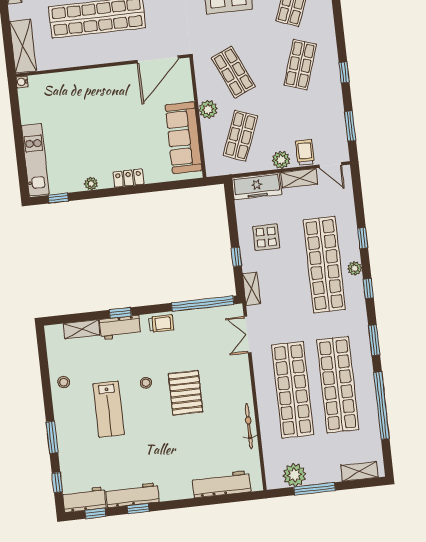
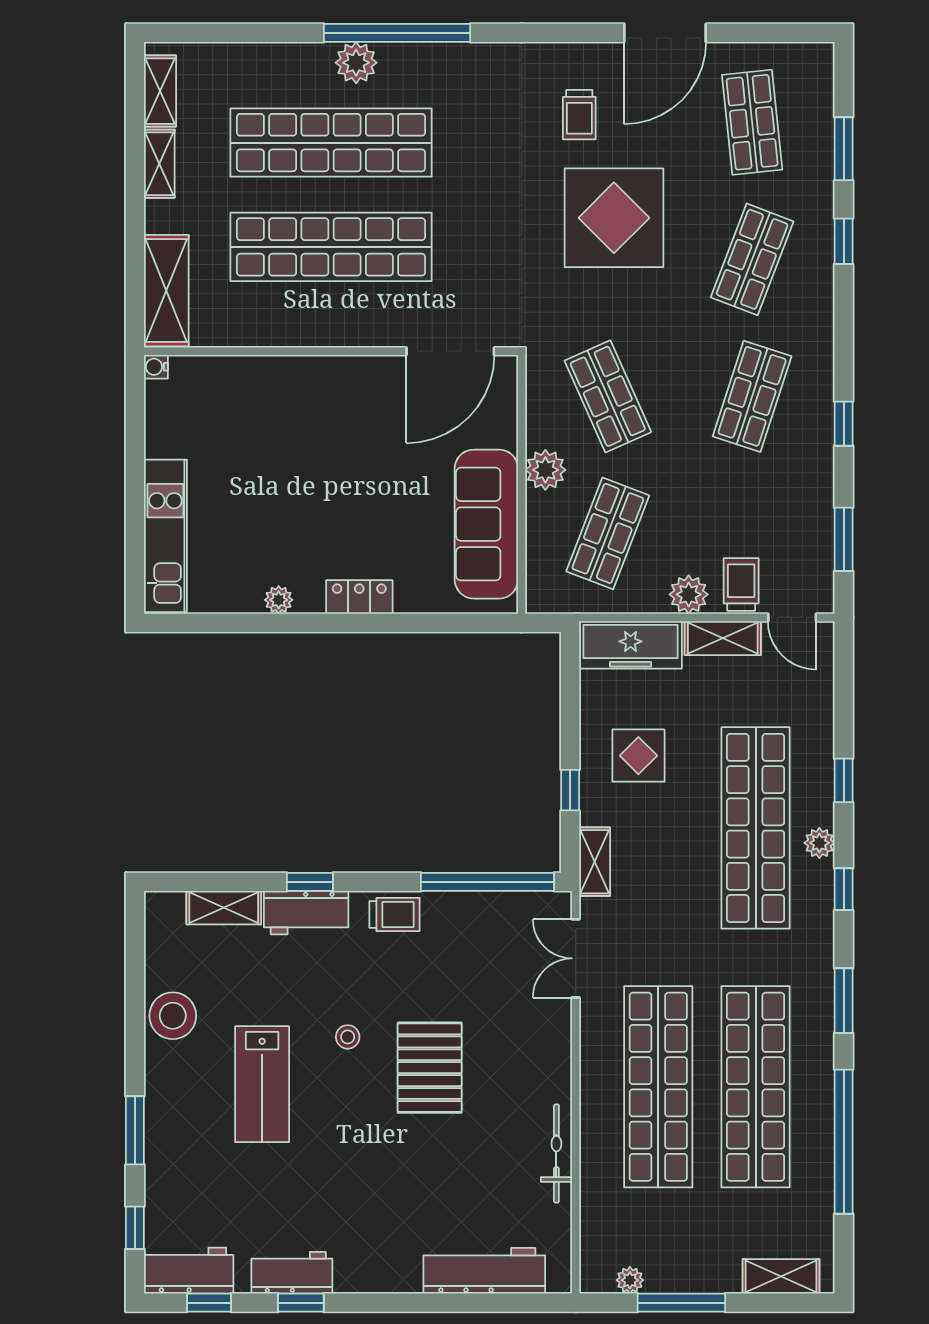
window: (58, 198) -> (205, 623), removed
stool: (64, 382) -> (173, 1016), width x1.89, depth x1.89
plant: (294, 475) -> (630, 1280), width x0.53, depth x0.53
workbench: (132, 495) -> (292, 1273), width x0.73

